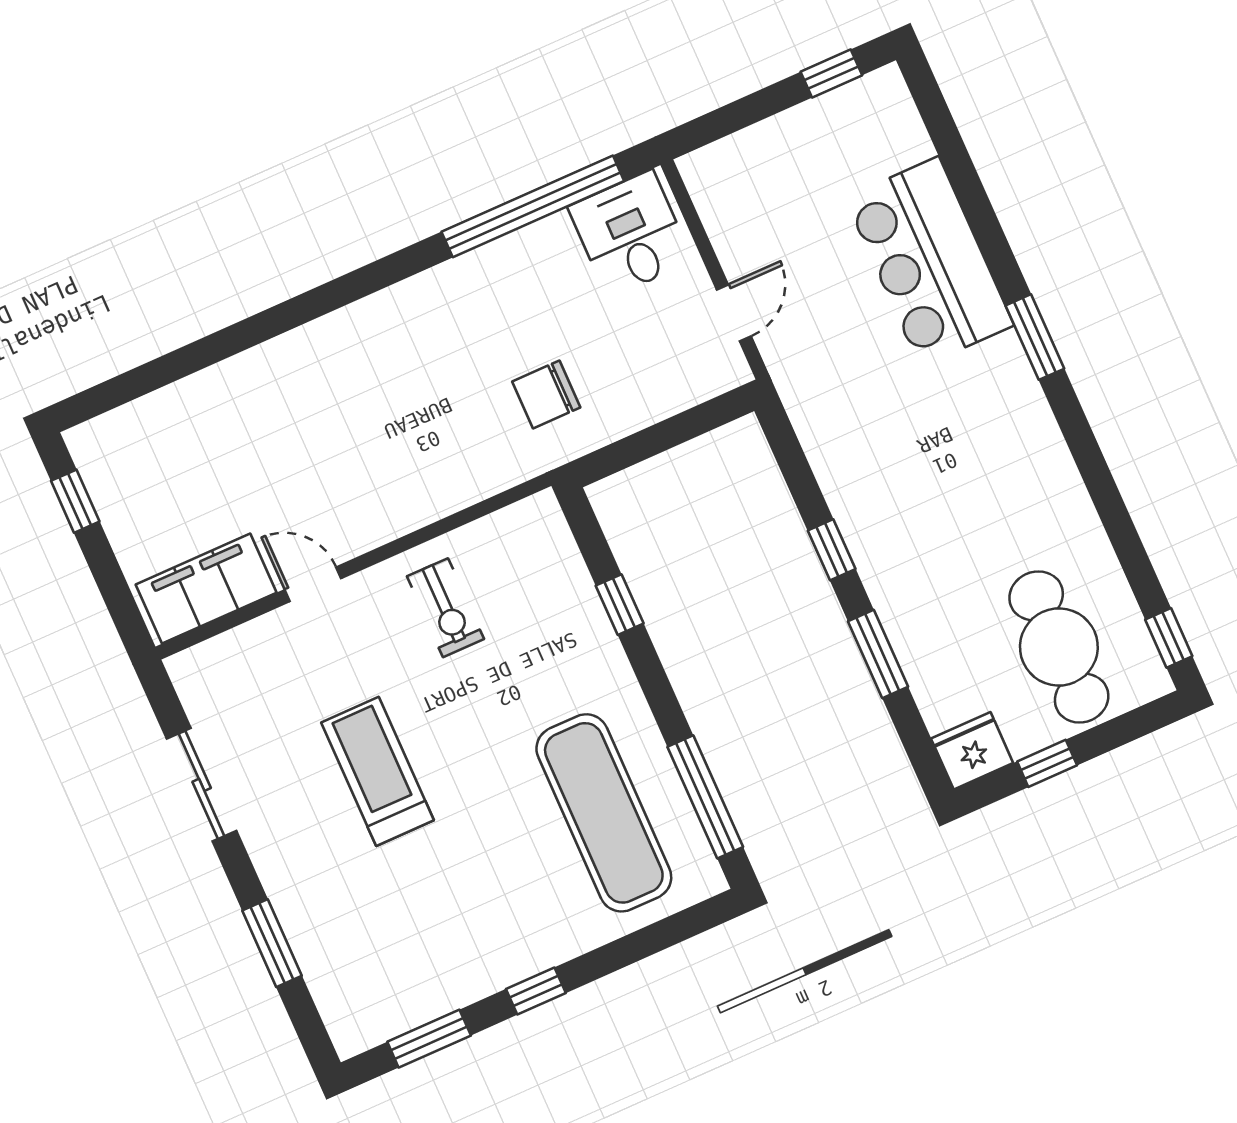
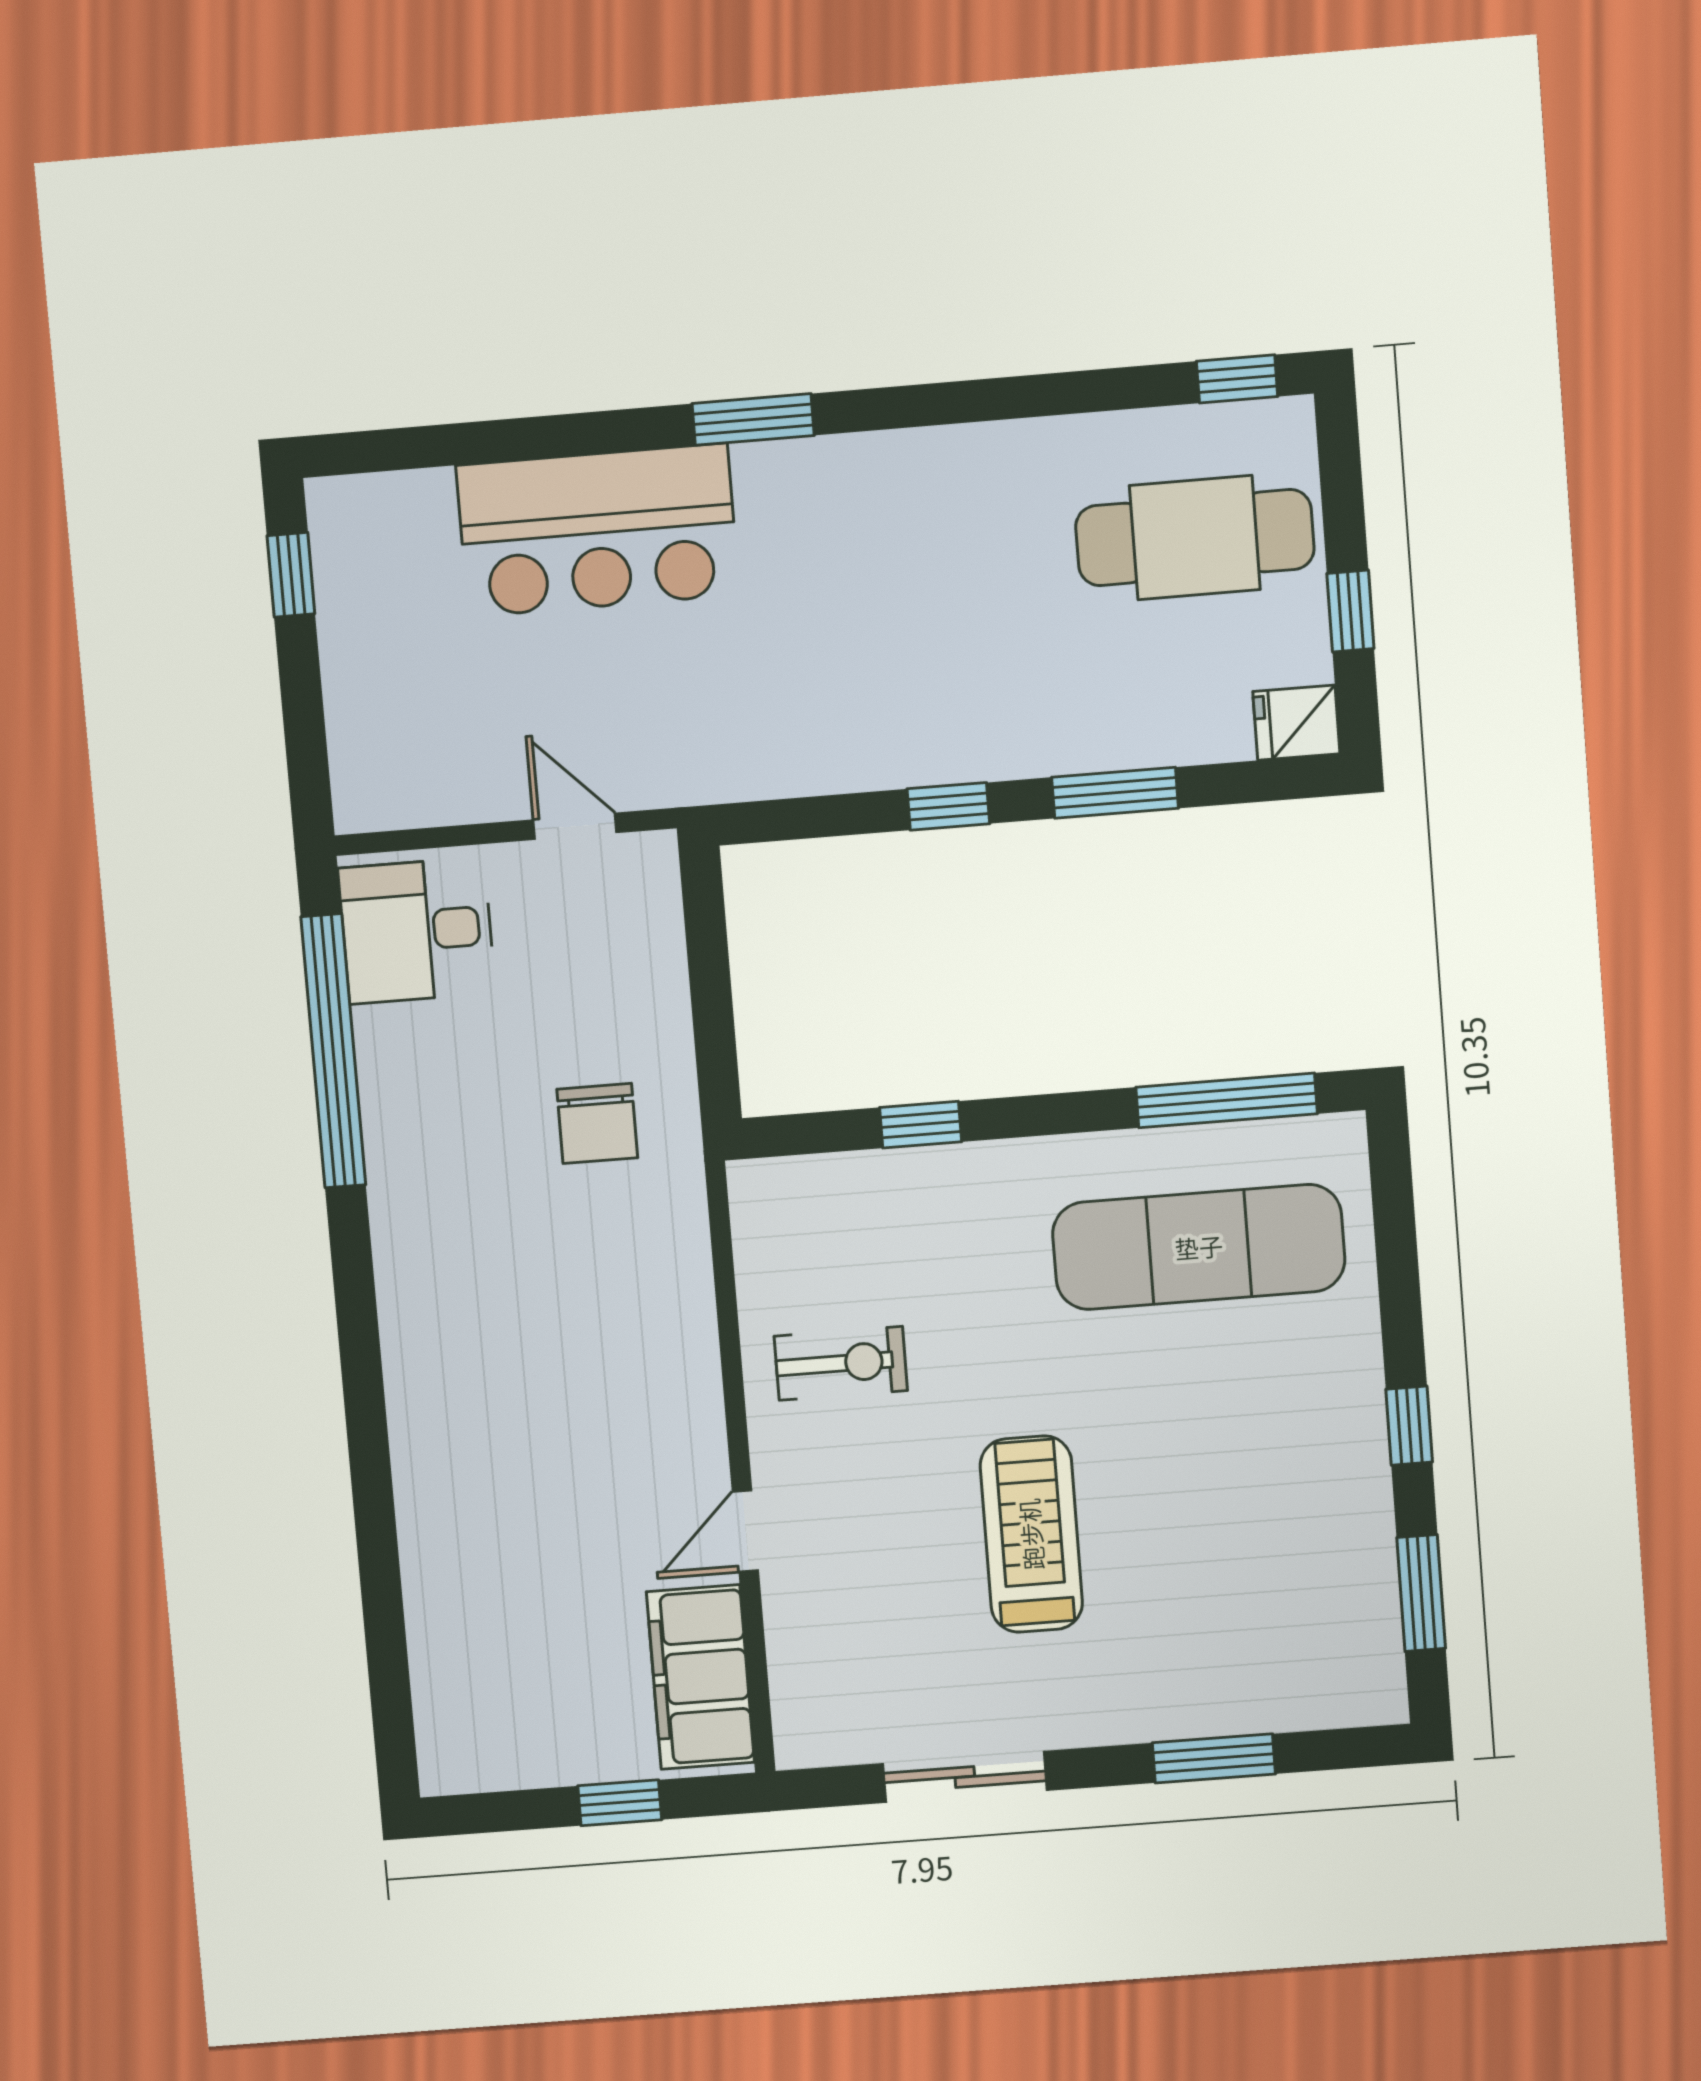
window: (75, 501) -> (620, 1803), moved
fridge: (972, 751) -> (1296, 723), width x0.72
treadmill: (377, 771) -> (1031, 1534), turned 90

